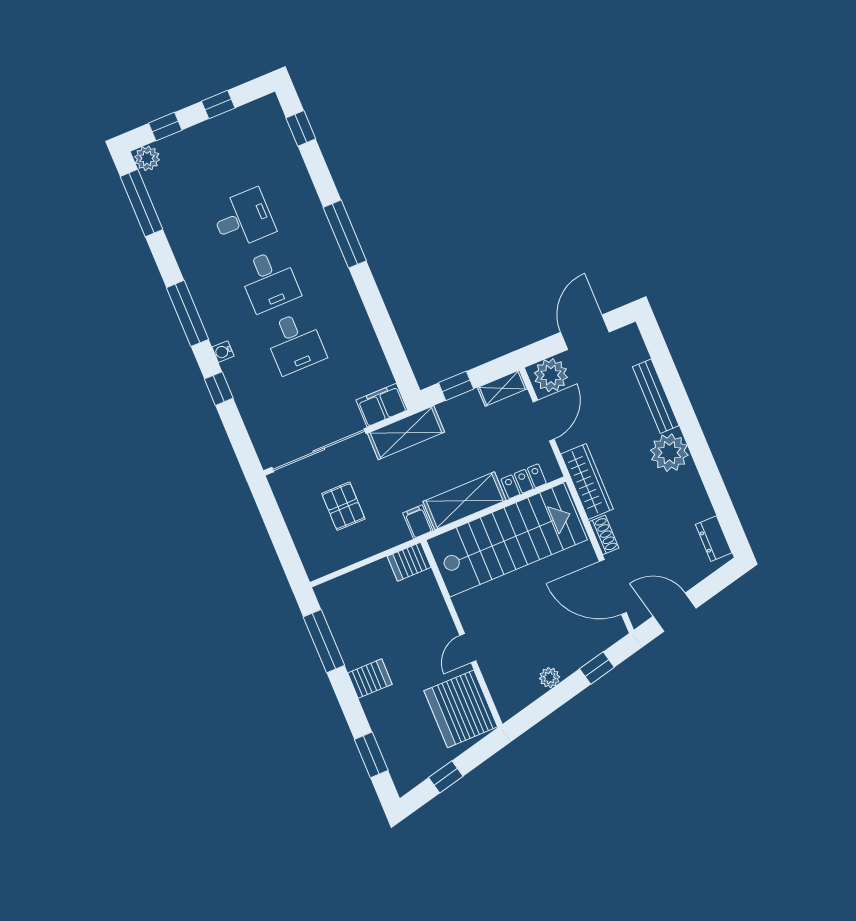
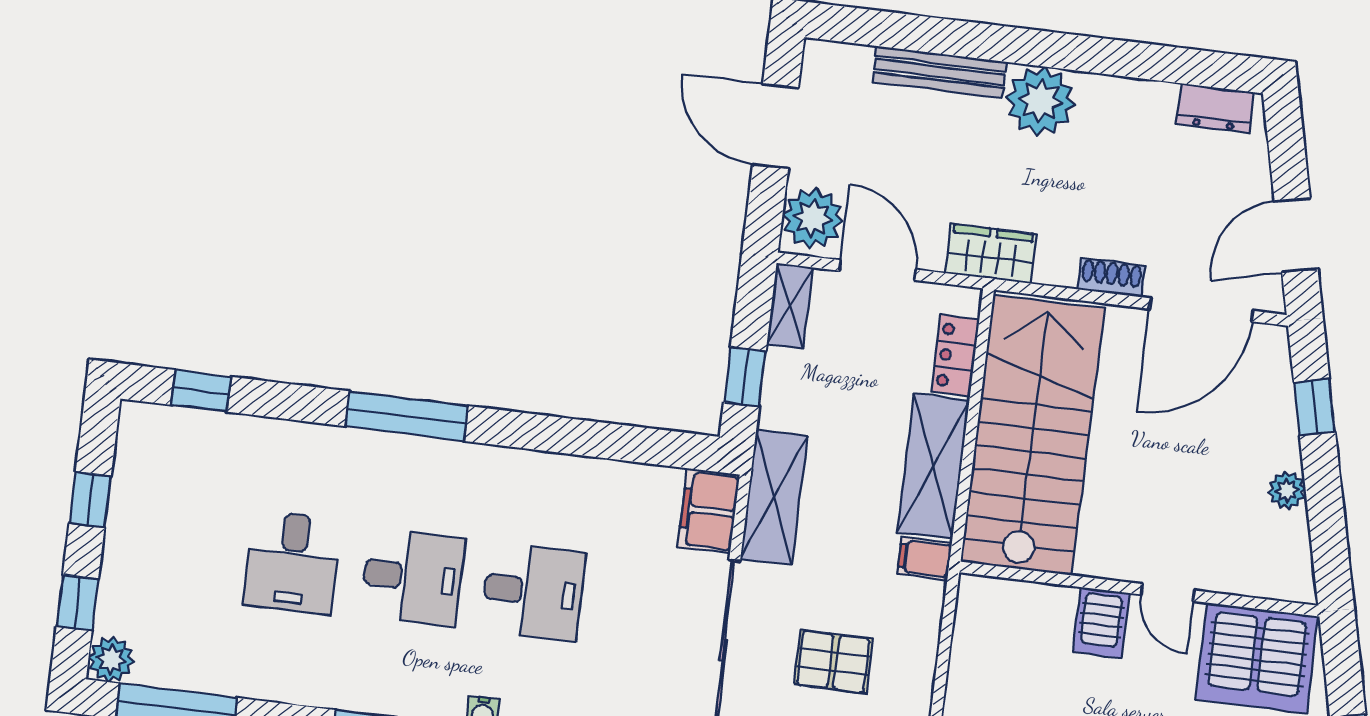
desk: (243, 219) -> (292, 562), turned 180
wardrobe: (587, 482) -> (991, 254), width x0.67
server rack: (409, 562) -> (1101, 623), moved

